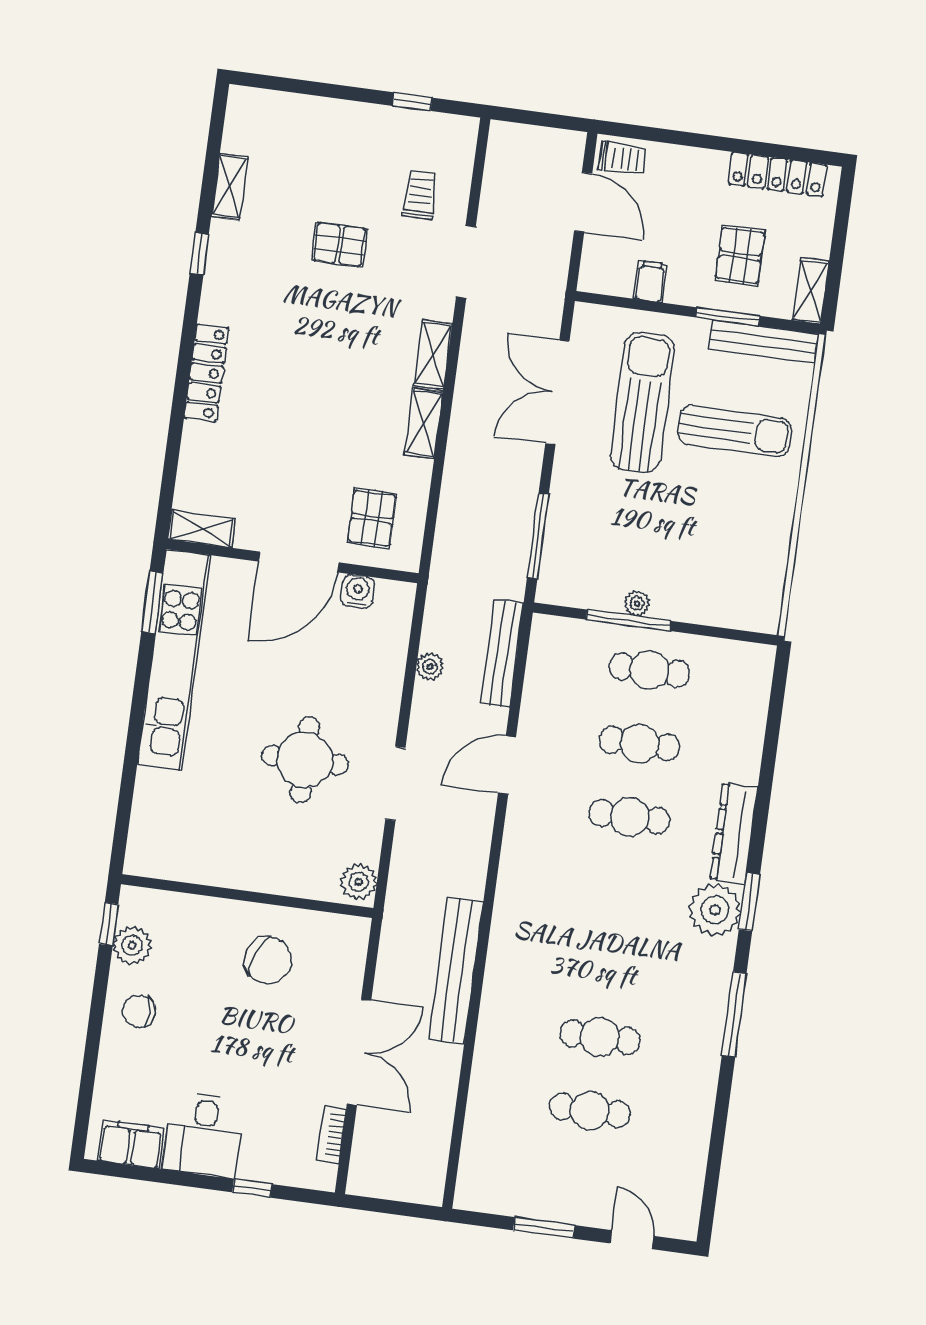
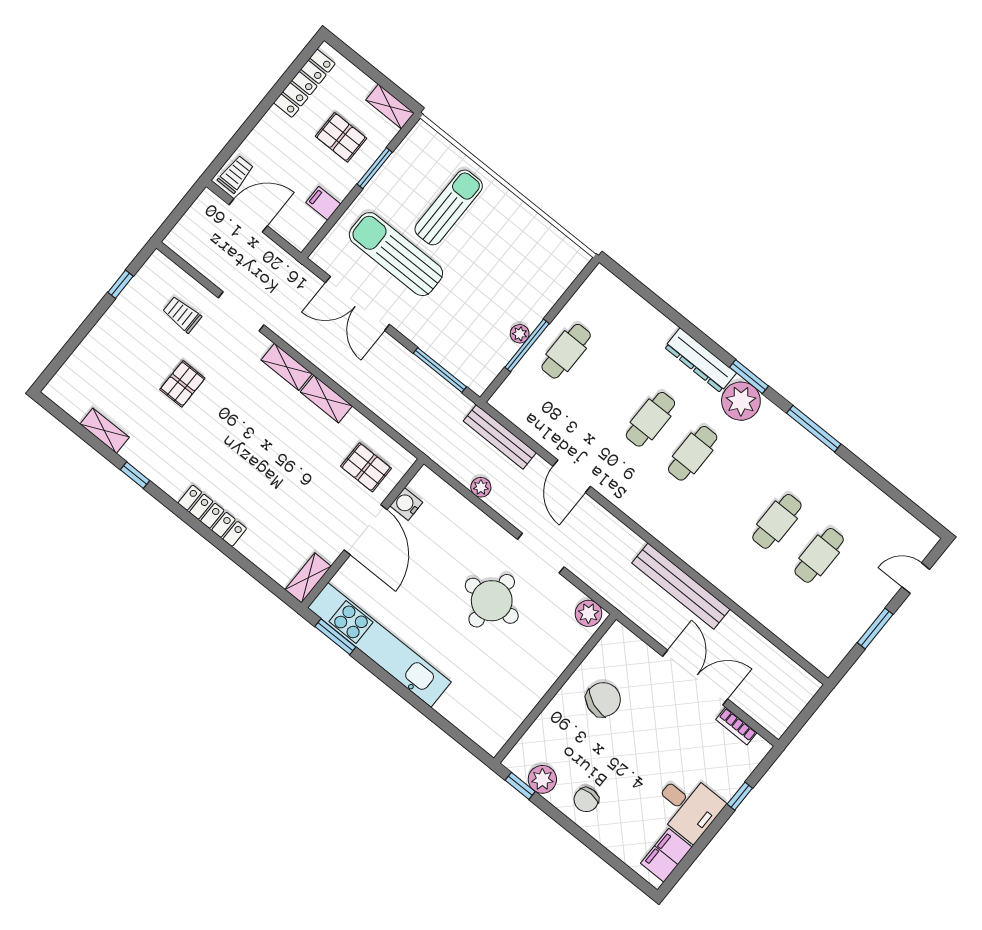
bench: (764, 342) -> (404, 155), removed
cafe table: (639, 744) -> (693, 453), moved

